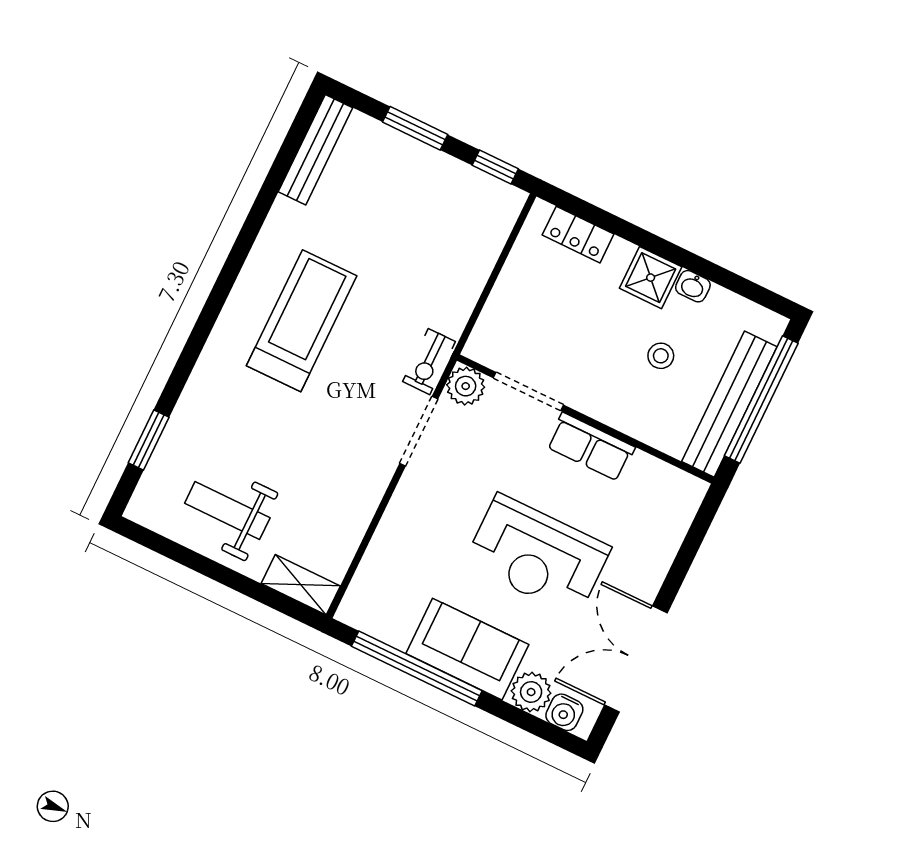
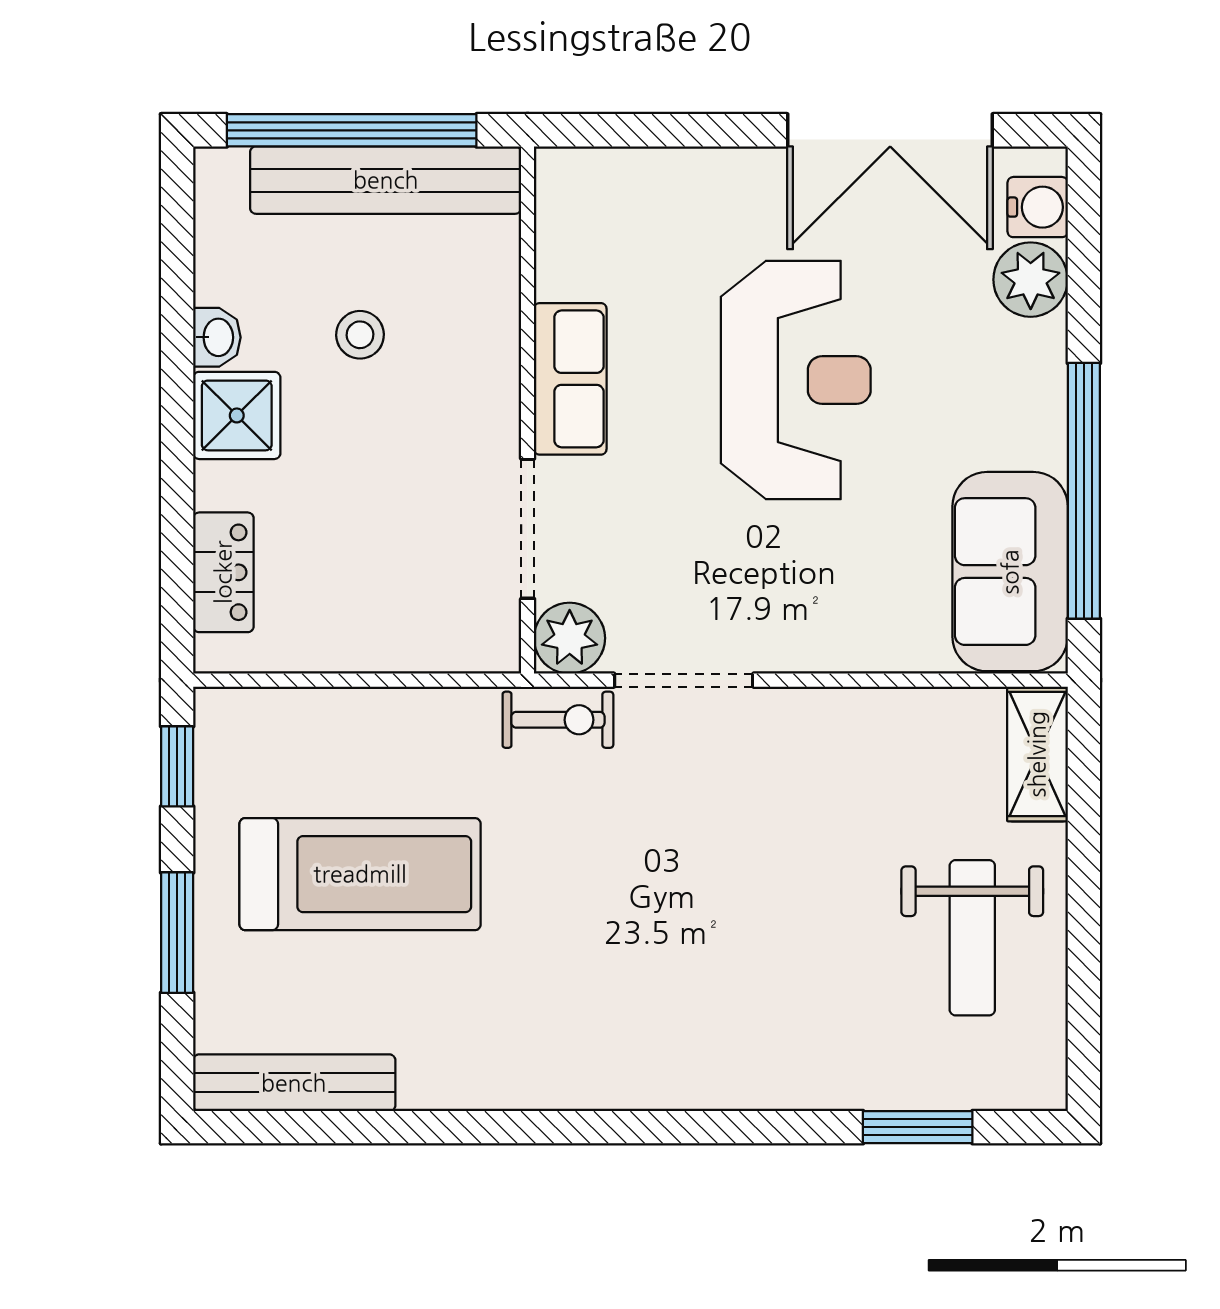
treadmill: (302, 321) -> (360, 874), moved, turned 180
sofa: (467, 649) -> (1010, 572), moved

